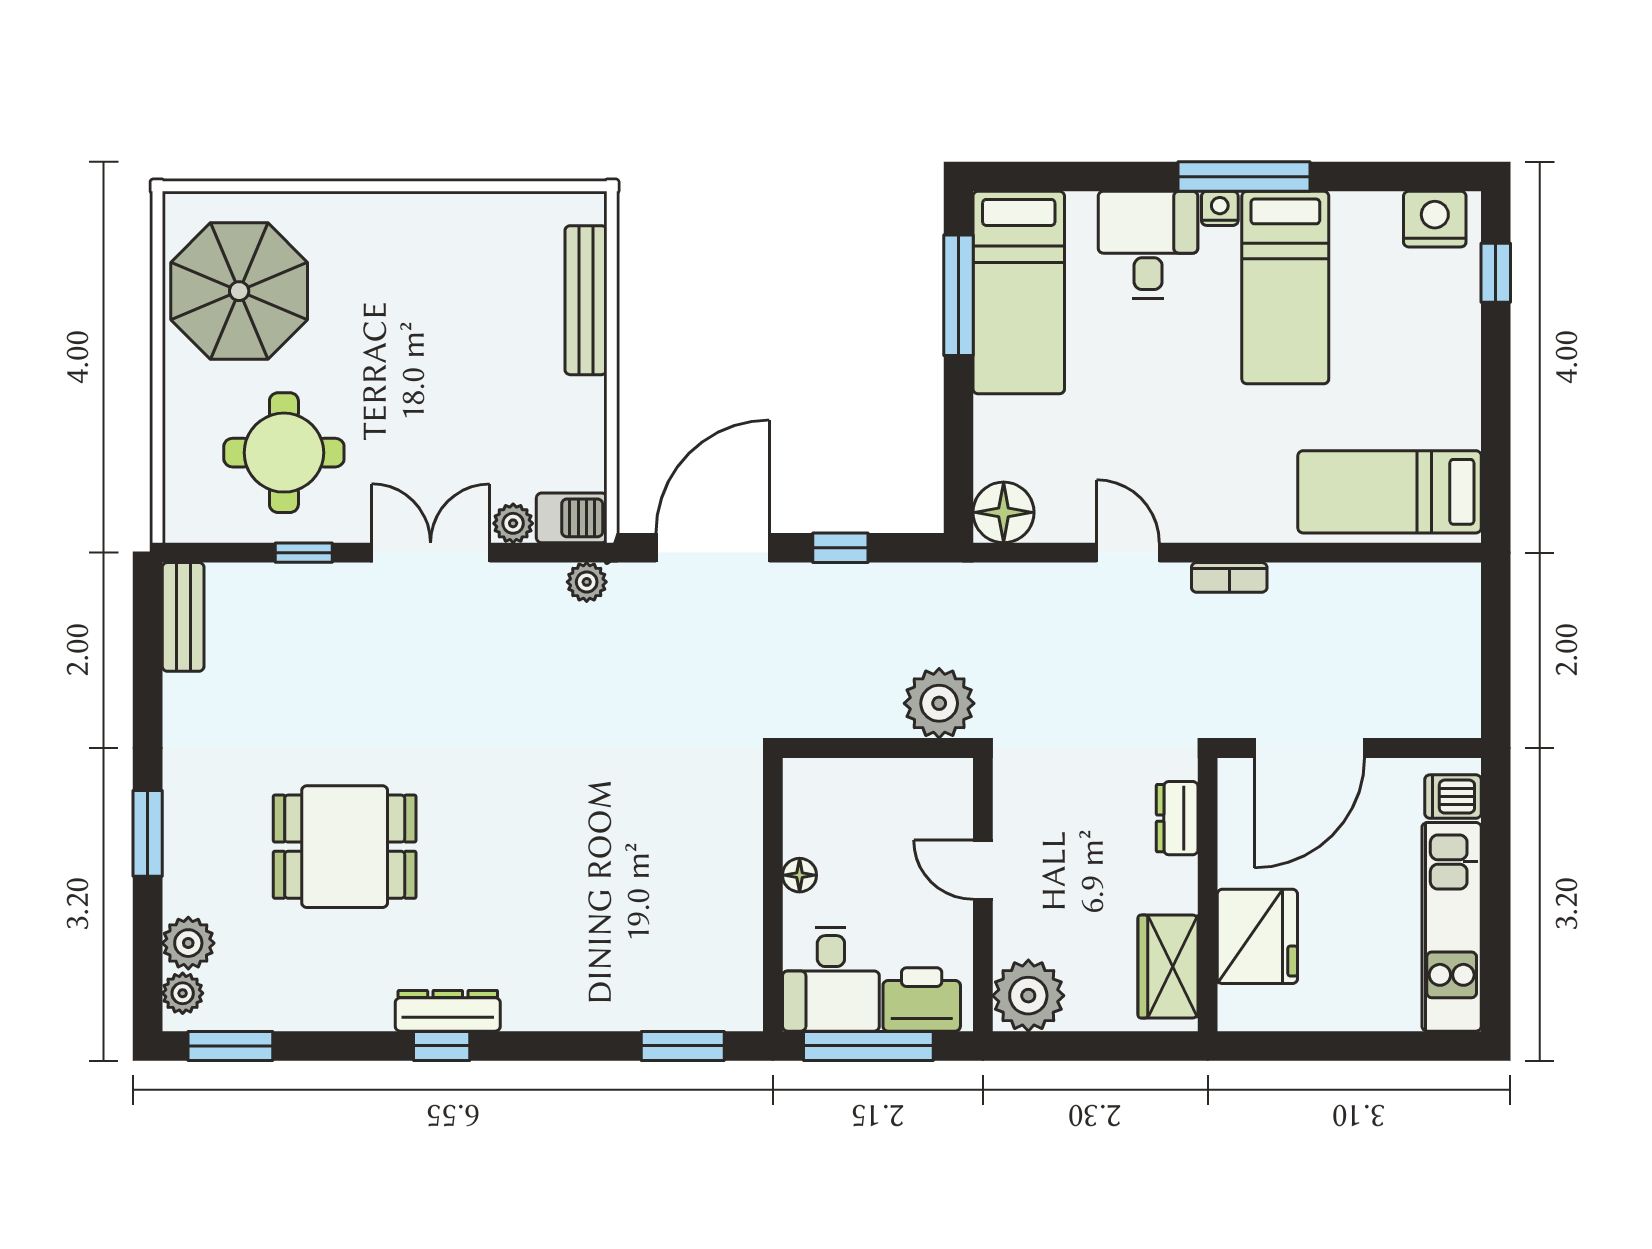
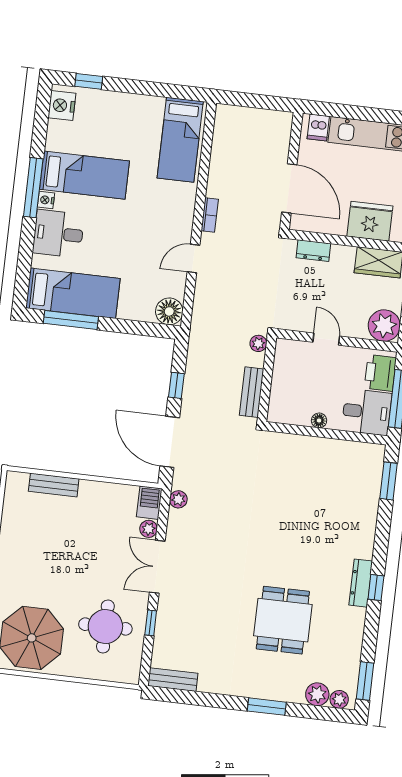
bench: (586, 300) -> (54, 485), width x0.73
plant: (939, 703) -> (258, 343), width x0.53, depth x0.53
bench: (845, 717) -> (252, 392), added
door: (983, 870) -> (326, 339), swing flipped

